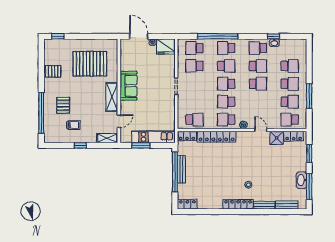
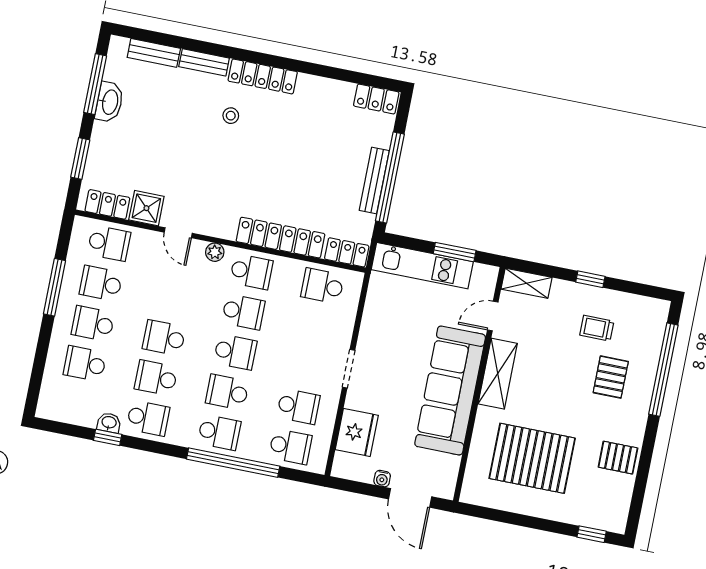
fridge: (166, 47) -> (357, 432), moved, turned 90
sofa: (129, 86) -> (450, 390), width x1.85, depth x1.27

